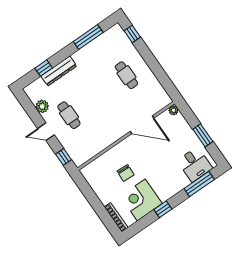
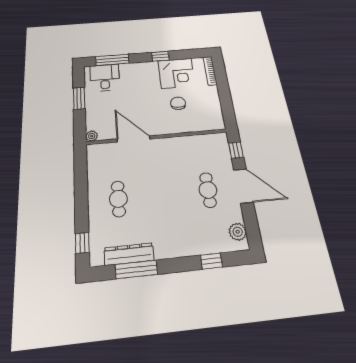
dresser: (59, 71) -> (129, 254), moved
plant: (42, 106) -> (238, 232), moved
door: (46, 132) -> (243, 186), width x1.87

